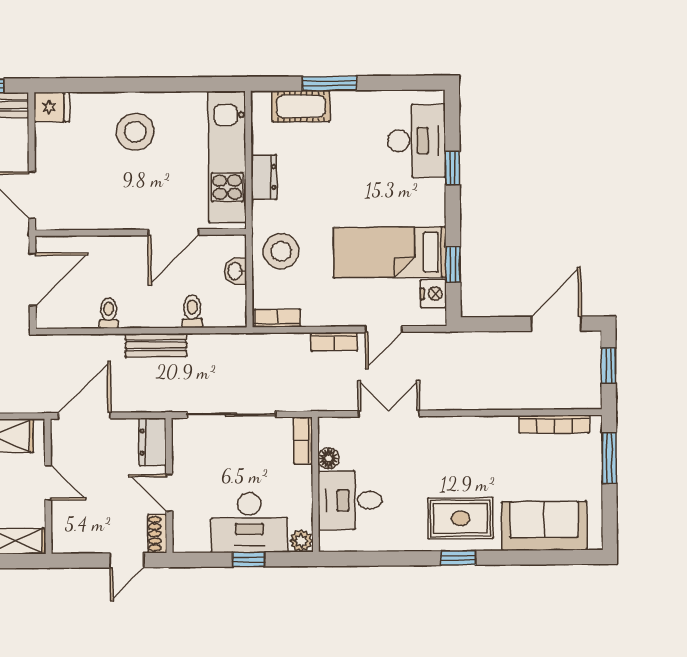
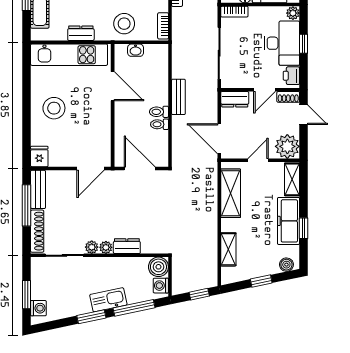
toilet: (192, 312) -> (159, 112), moved
plant: (72, 533) -> (287, 146), added
printer: (194, 539) -> (291, 76), added

